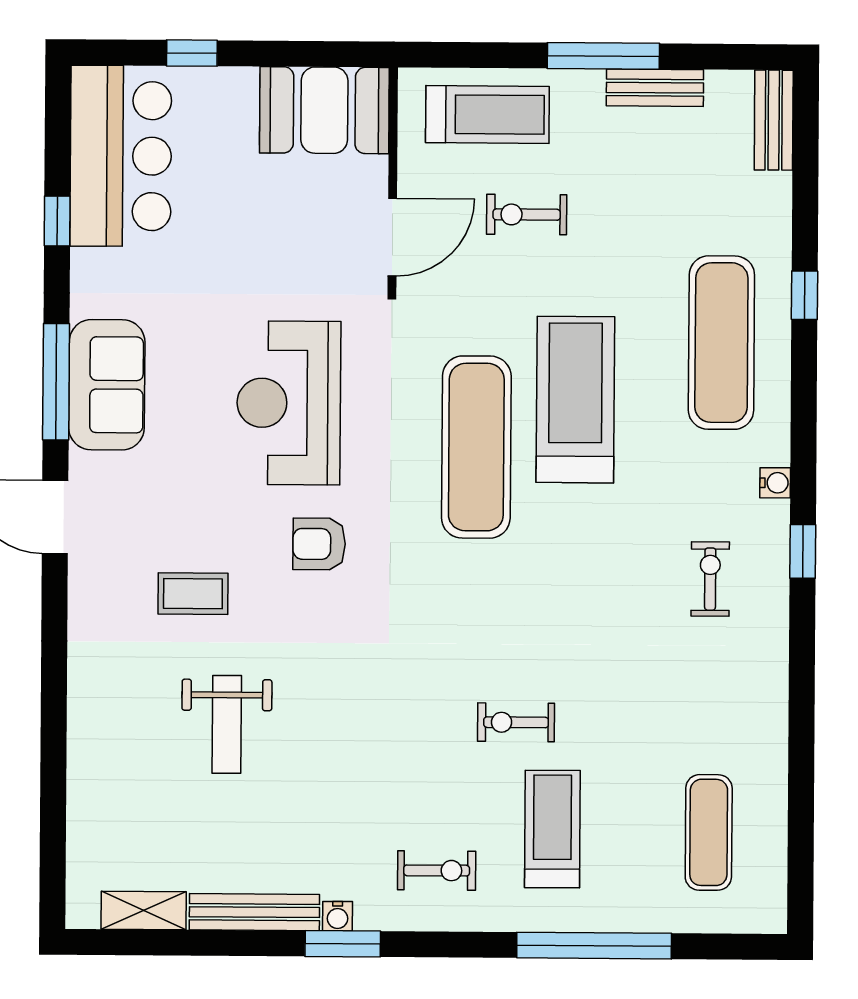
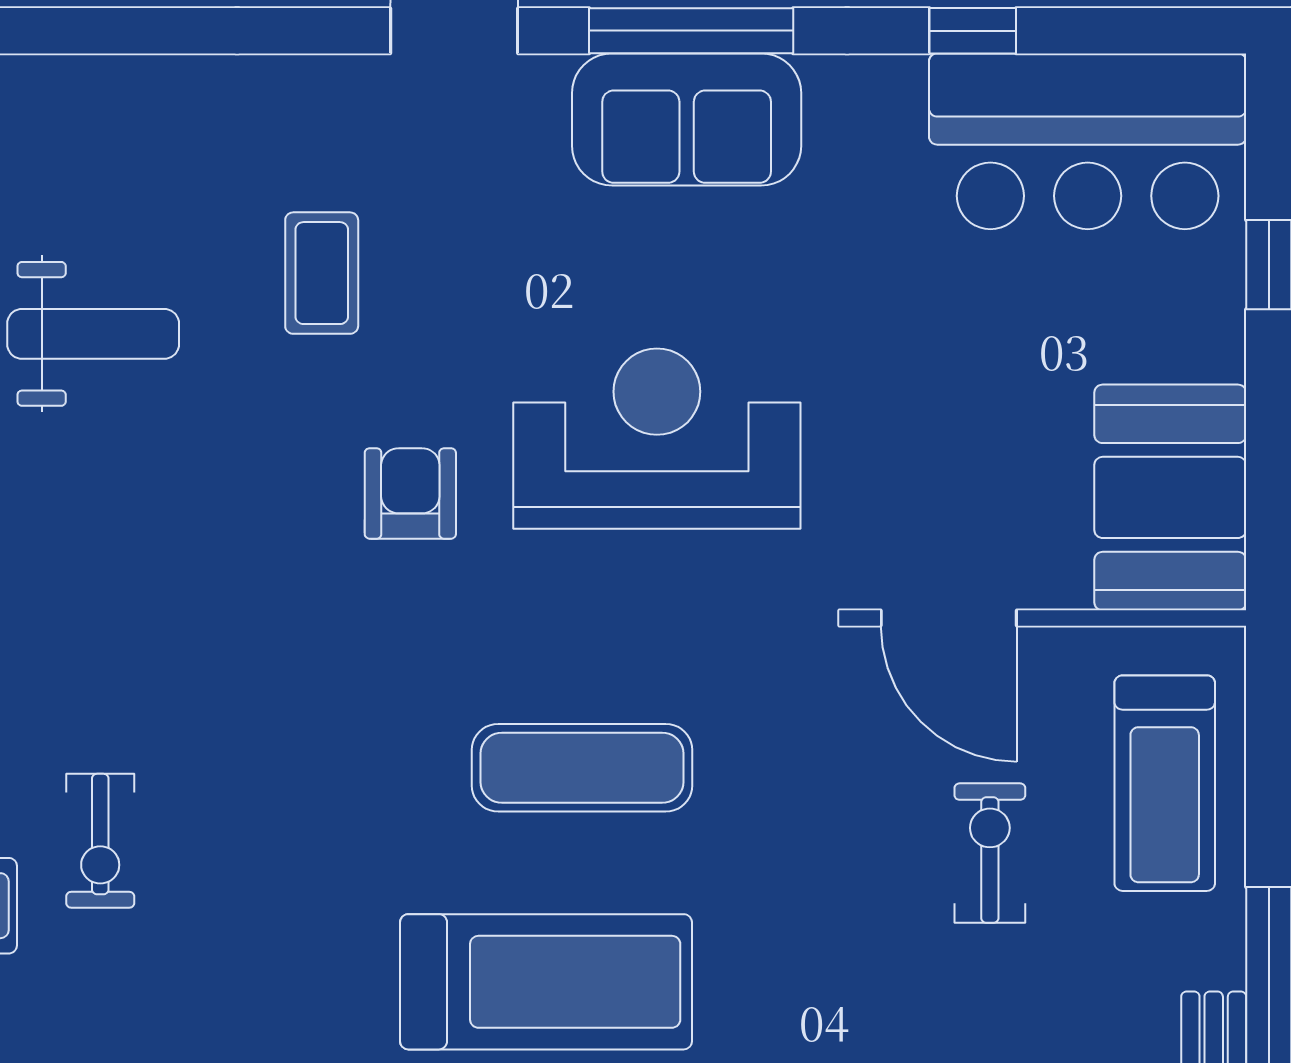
treadmill: (575, 400) -> (546, 982), moved
exercise mat: (476, 447) -> (582, 768), width x0.73, depth x0.69
exercise bike: (516, 722) -> (100, 841), turned 180
weight bench: (227, 724) -> (93, 334), turned 180

